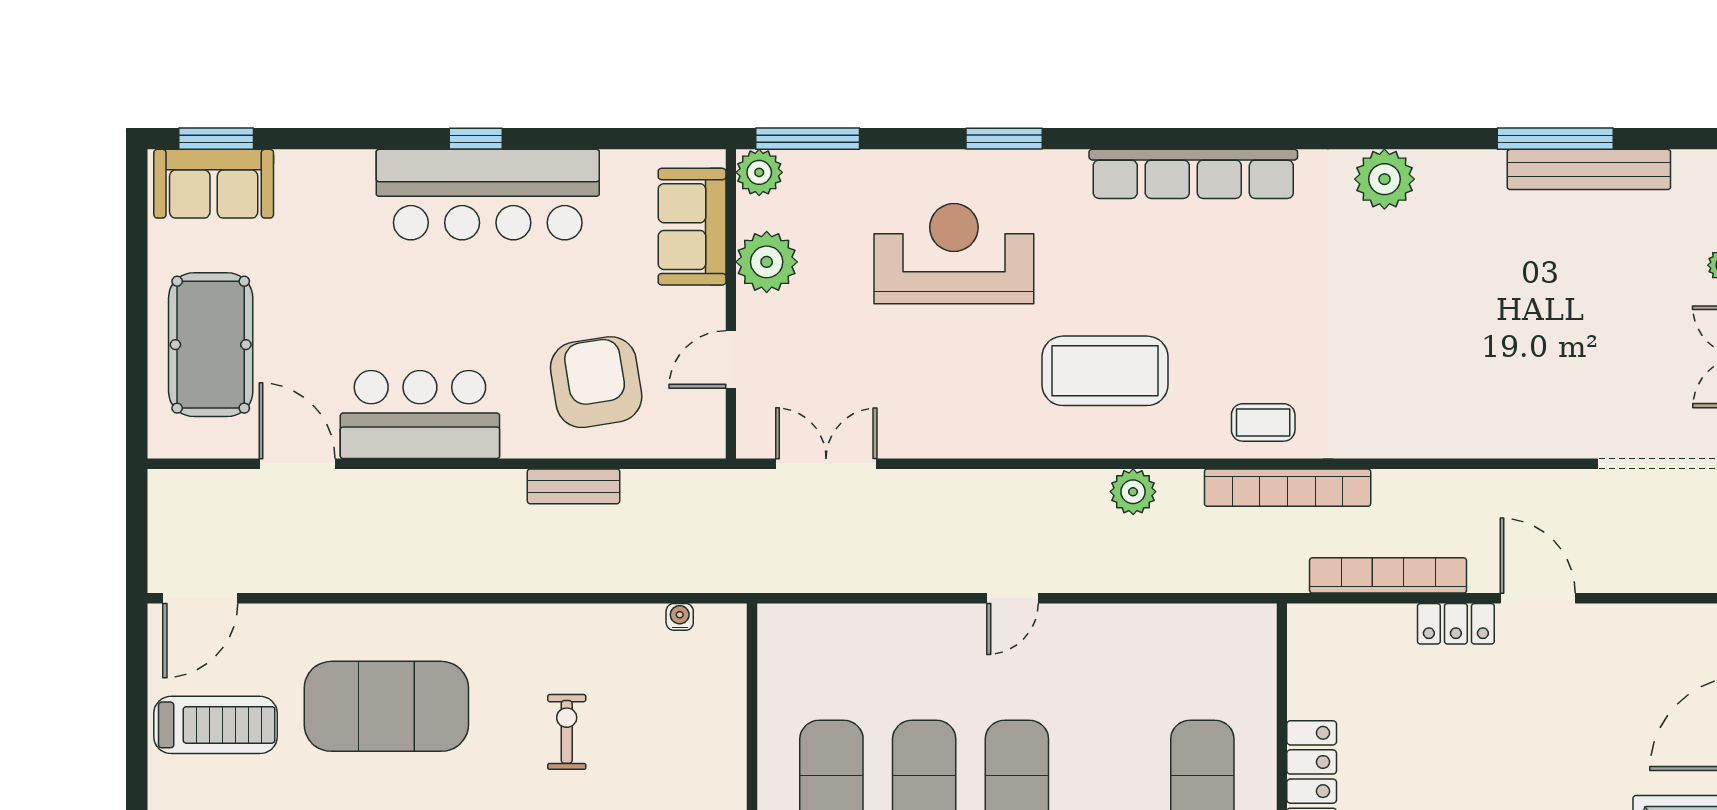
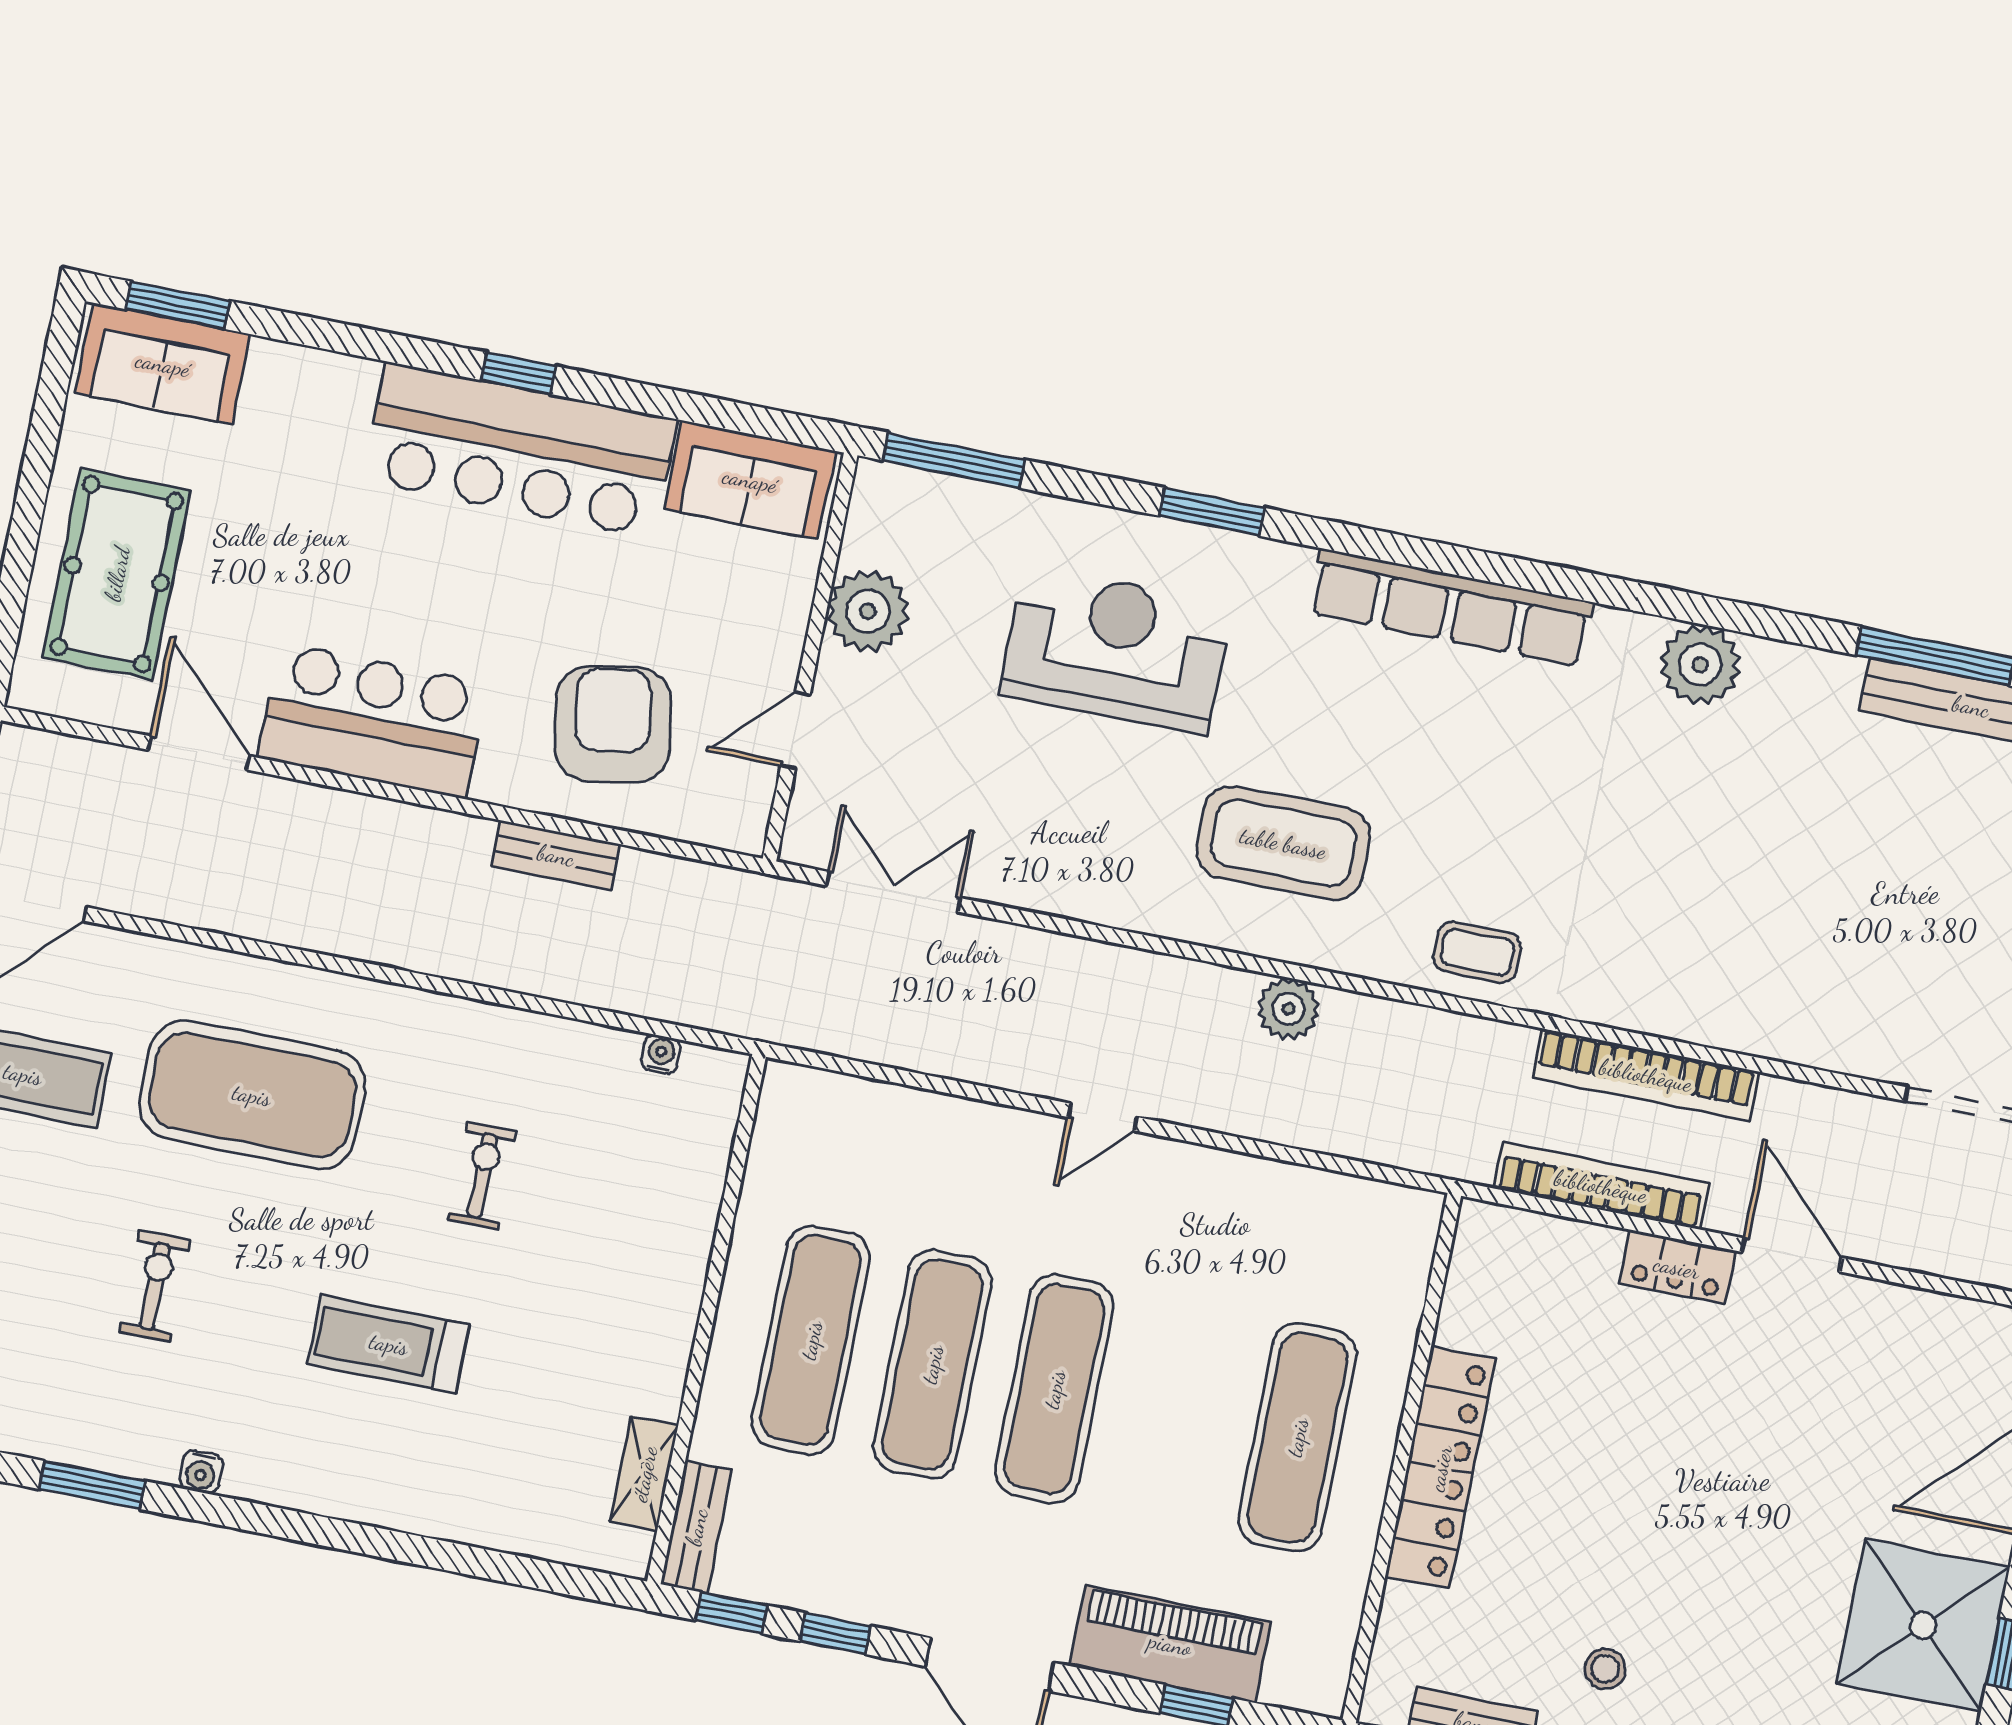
plant: (759, 172) -> (882, 492), removed
sofa: (692, 227) -> (750, 480), moved, turned -90
bookcase: (1288, 488) -> (1646, 1075), moved

